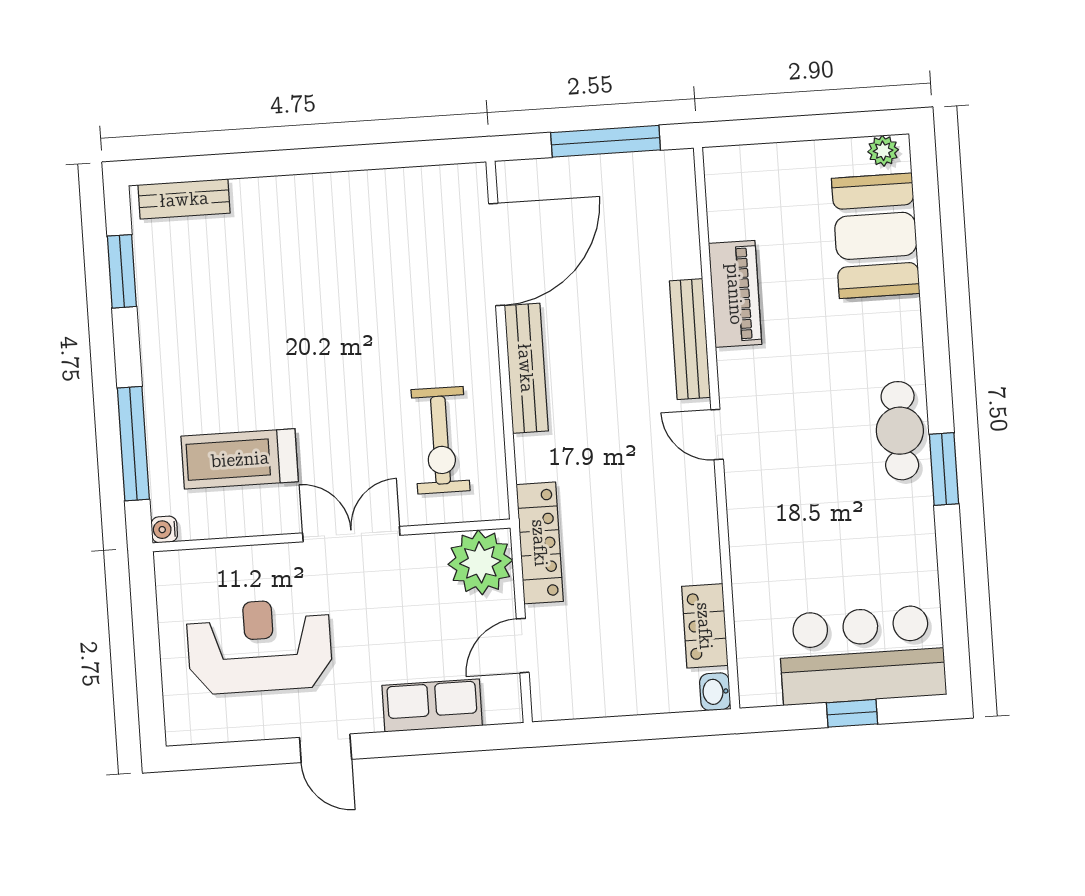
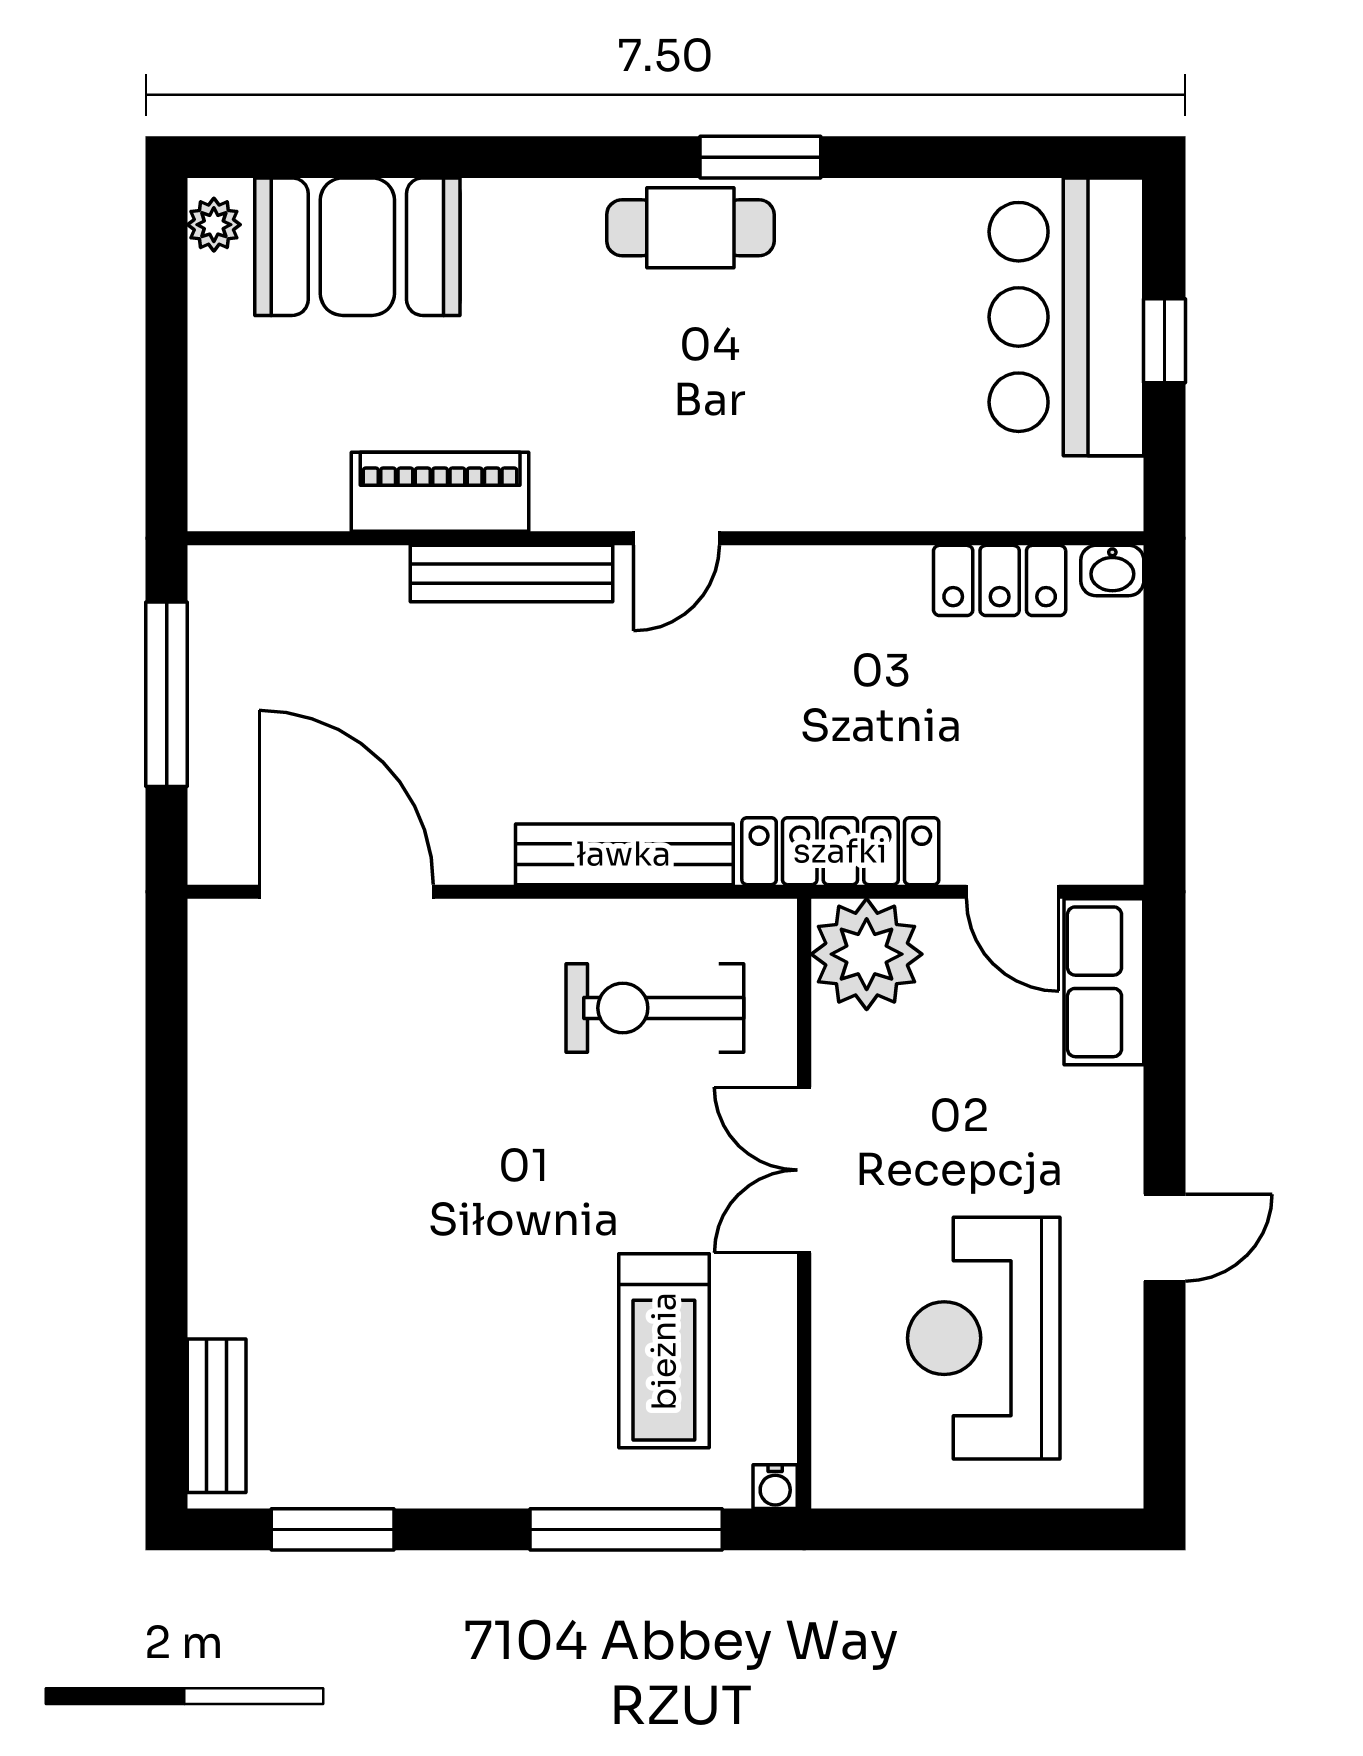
bench: (526, 368) -> (624, 854), moved
exercise bike: (440, 440) -> (655, 1008), turned 180
row of seats: (432, 705) -> (1104, 982), moved

